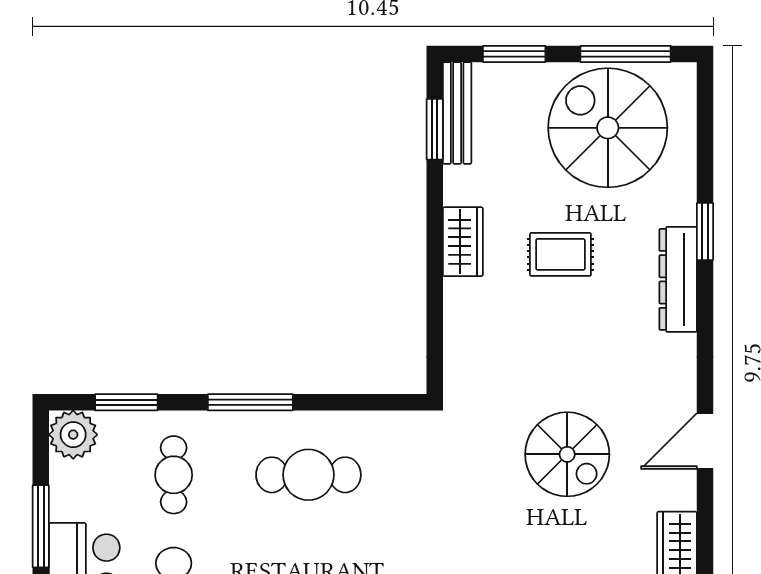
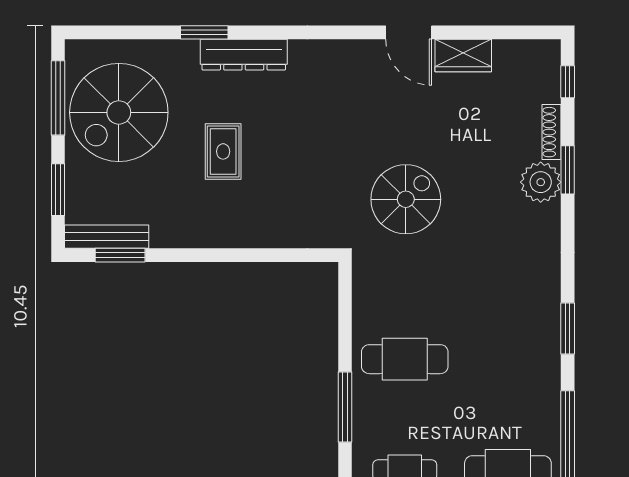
wardrobe: (463, 242) -> (213, 232), removed
door: (705, 441) -> (409, 32), moved
spiral stairs: (567, 454) -> (406, 199), moved
cafe table: (308, 475) -> (405, 359), turned 90

